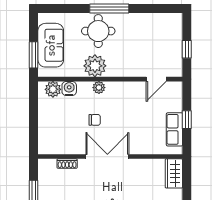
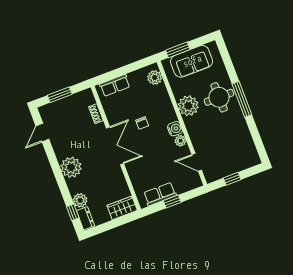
water cooler: (69, 88) -> (175, 129), moved
plant: (99, 88) -> (180, 141), moved
row of seats: (45, 133) -> (115, 85), added

